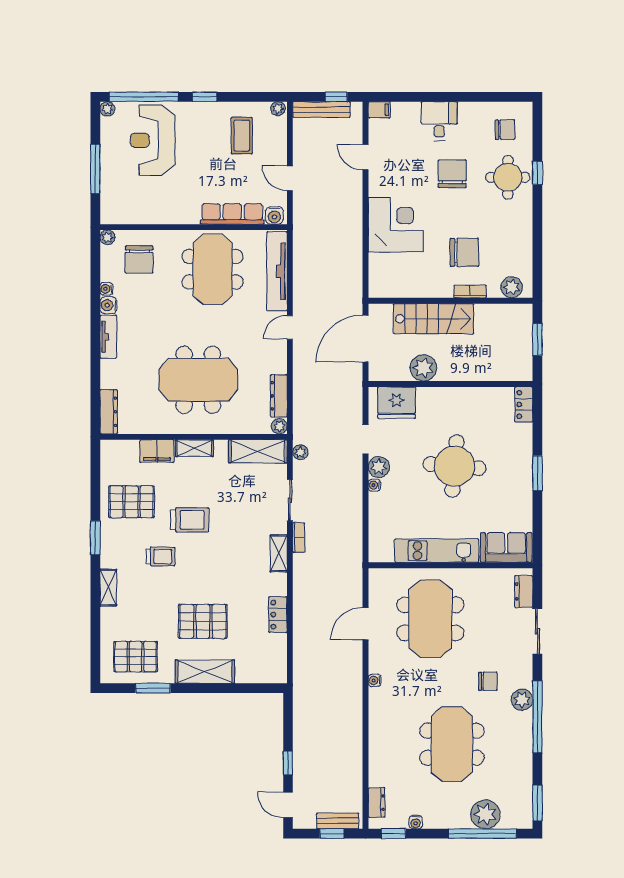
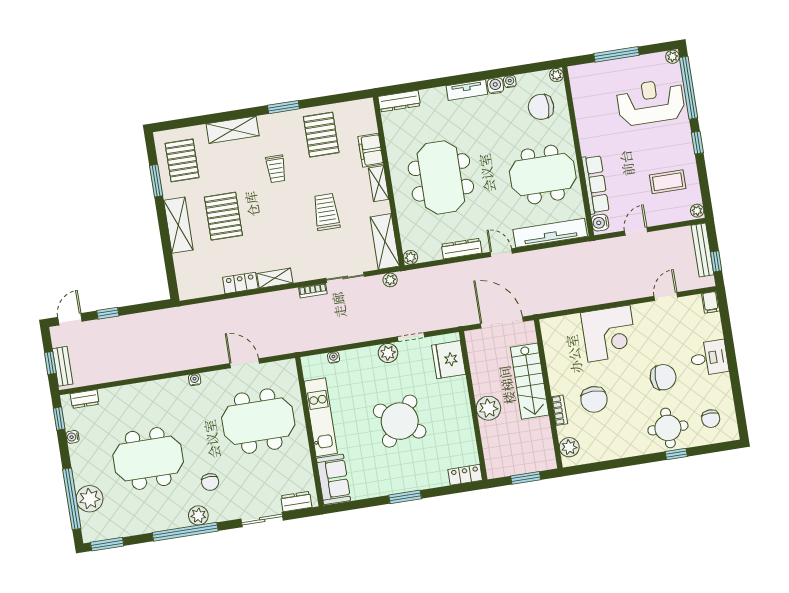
plant: (423, 368) -> (488, 408), moved
dresser: (279, 396) -> (462, 249), moved
round table: (454, 466) -> (400, 421), turned 32
water cooler: (374, 485) -> (334, 357), moved
trolley: (190, 520) -> (326, 212), moved, turned 180
shelving: (279, 553) -> (275, 278), moved
shelving: (108, 588) -> (233, 130), width x1.50, depth x1.33

